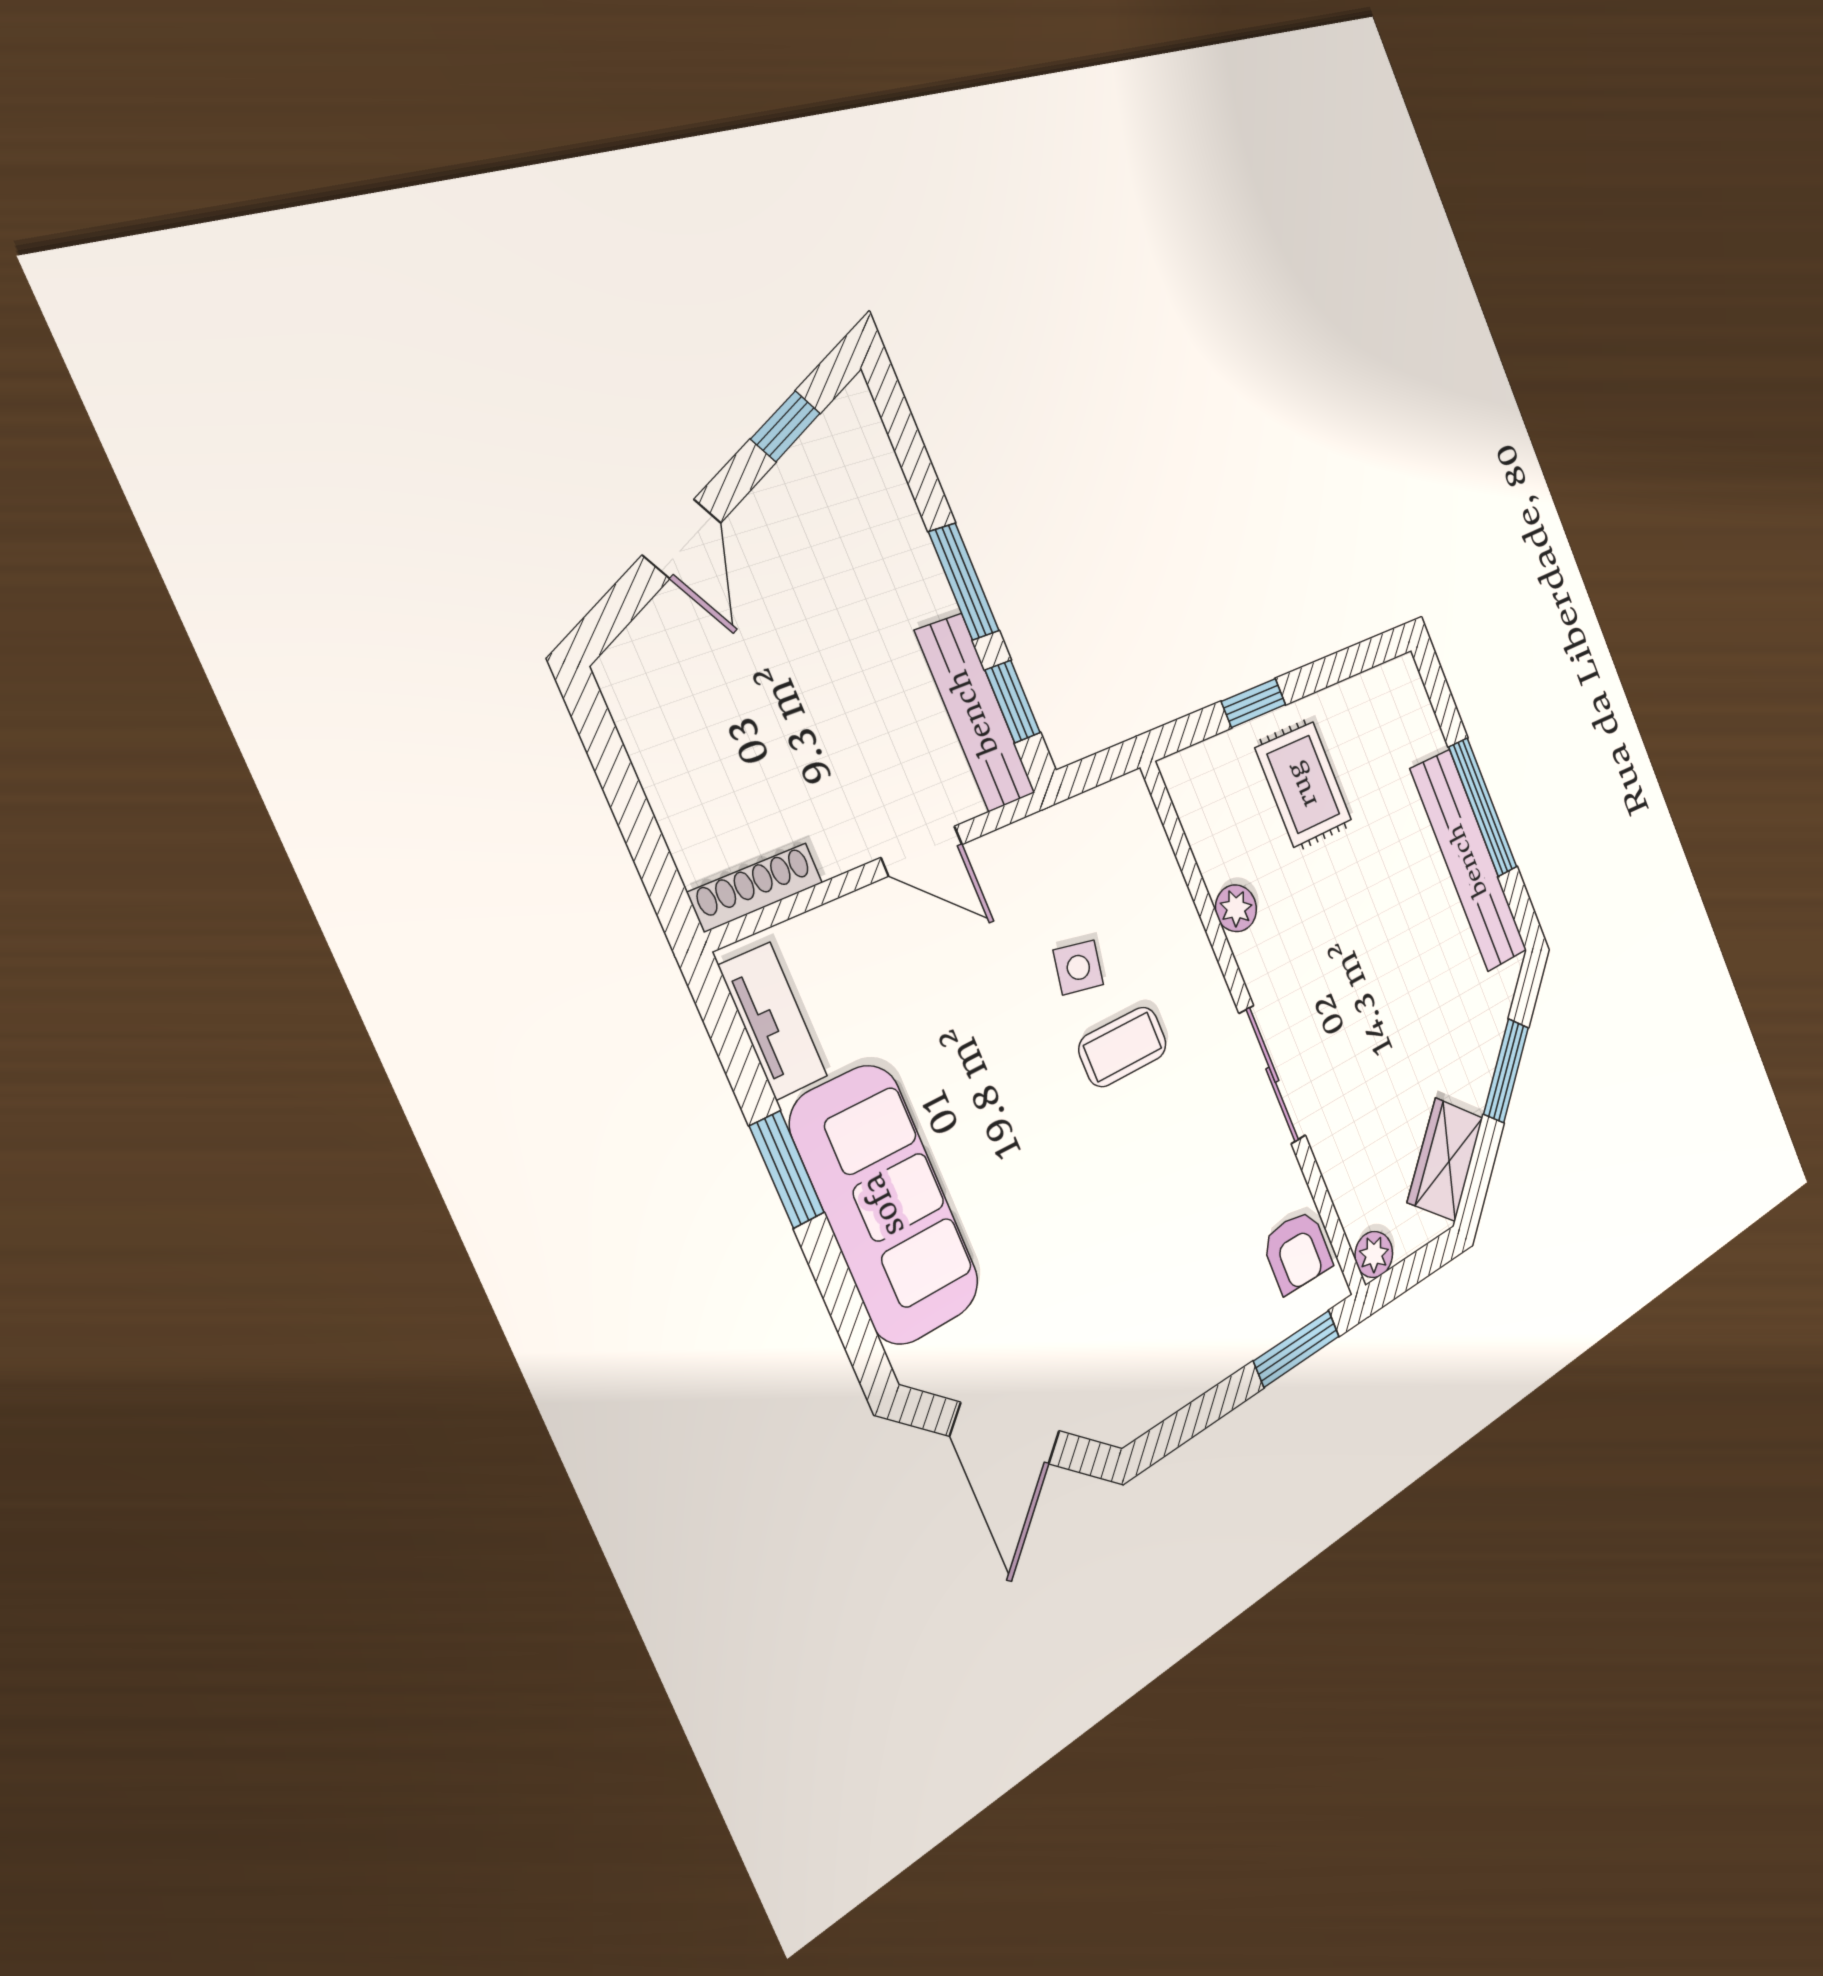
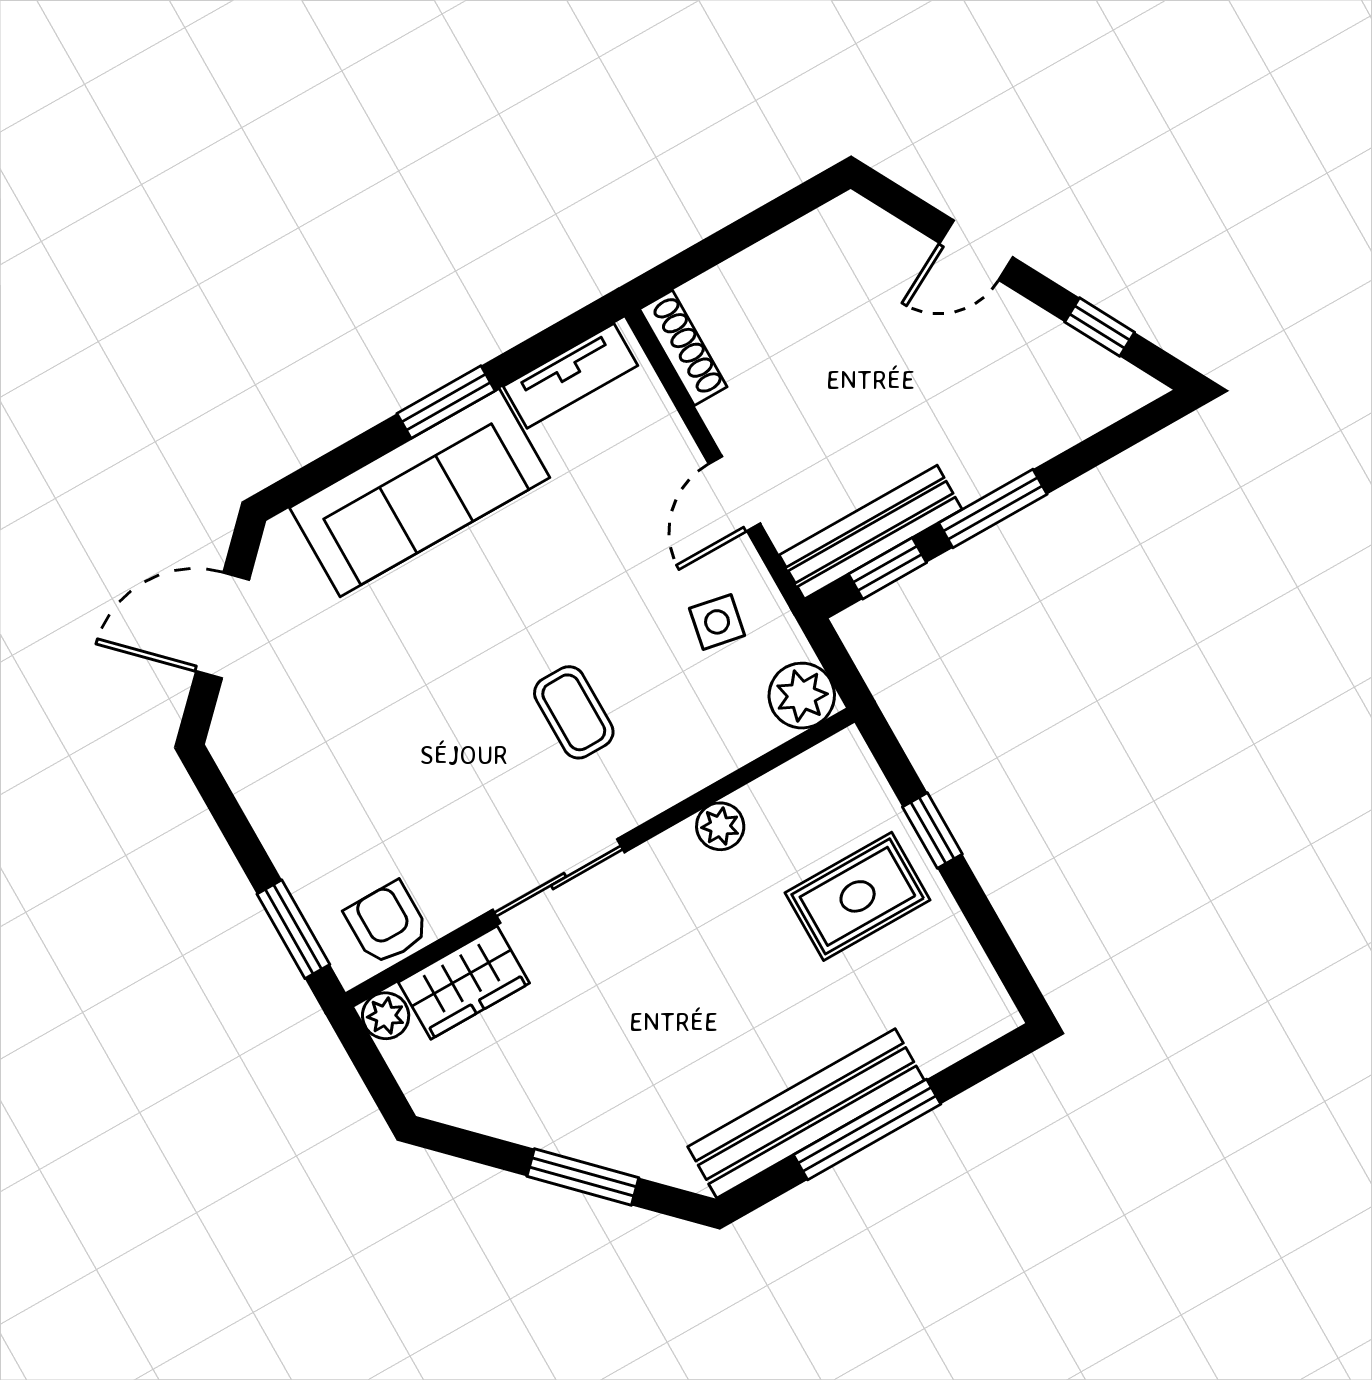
plant: (1126, 810) -> (802, 696), added
side table: (1078, 967) -> (717, 622), moved
wardrobe: (1445, 1160) -> (464, 983), moved, turned 135
armchair: (1297, 1251) -> (387, 923), turned 89

